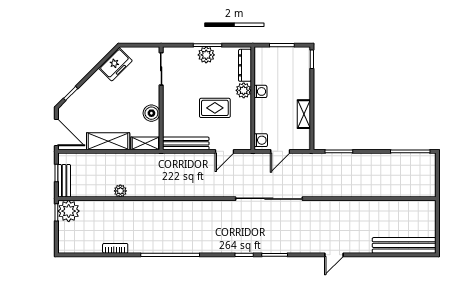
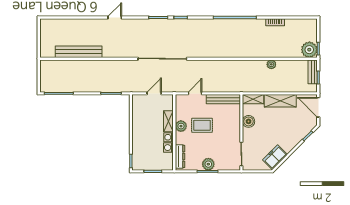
plant: (244, 90) -> (181, 126), moved
shelving: (304, 114) -> (168, 121), moved
washing machine: (261, 140) -> (168, 148), moved
bench: (404, 245) -> (79, 52), moved

